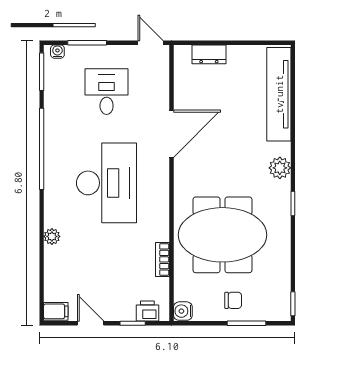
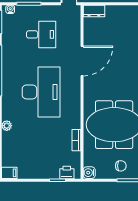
dresser: (209, 54) -> (94, 11), moved
desk: (107, 92) -> (41, 34), turned 90
door: (91, 323) -> (31, 180), removed

